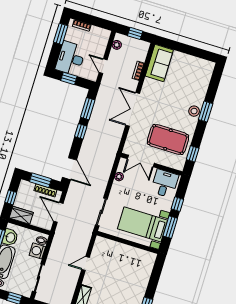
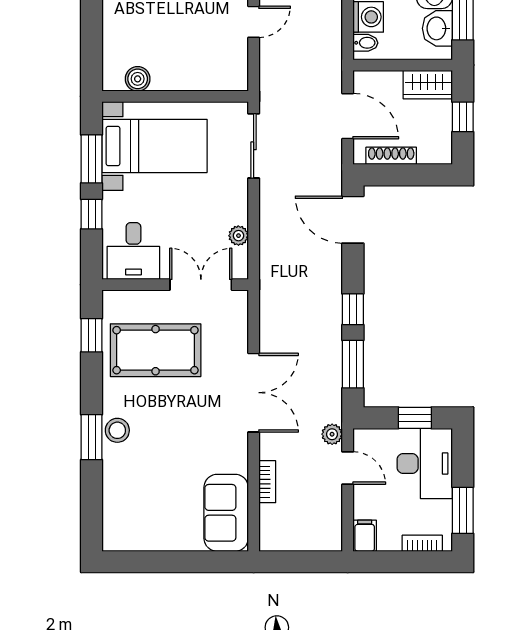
window: (135, 33) -> (299, 562), removed
filing cabinet: (105, 36) -> (365, 536), added
plant: (117, 45) -> (332, 434), moved
window: (40, 180) -> (409, 175), removed
boiler: (141, 254) -> (138, 79), added

